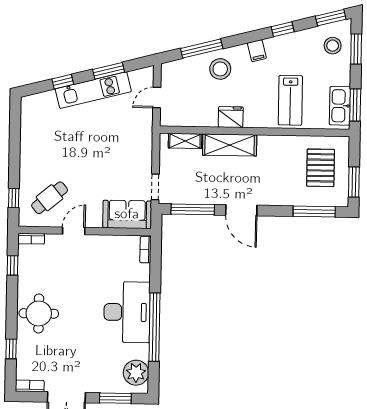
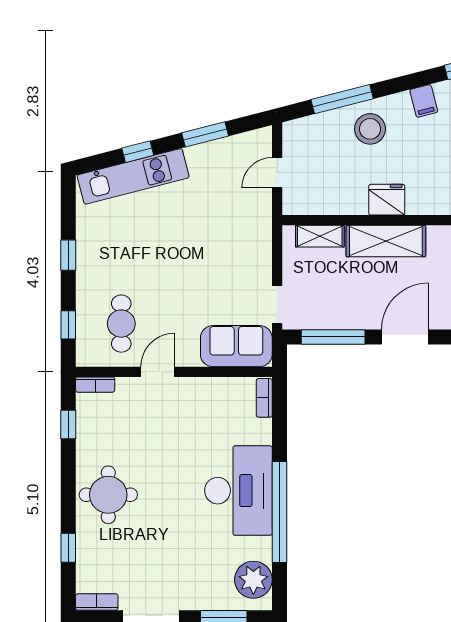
kitchen unit: (93, 90) -> (133, 176), moved
window: (14, 151) -> (68, 255), added
cafe table: (50, 198) -> (121, 324), turned -50
door: (241, 210) -> (405, 337), swing flipped

